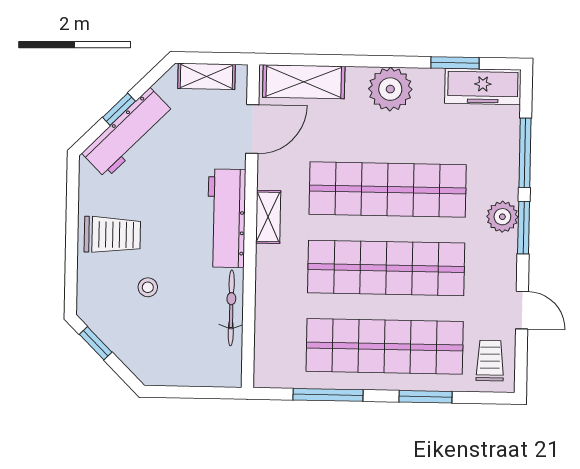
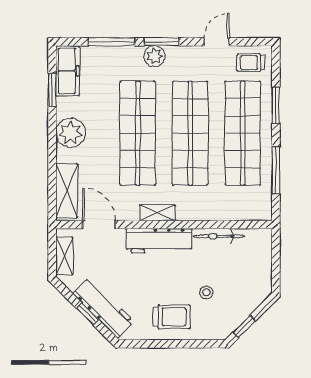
trolley: (112, 235) -> (171, 317), turned 90

